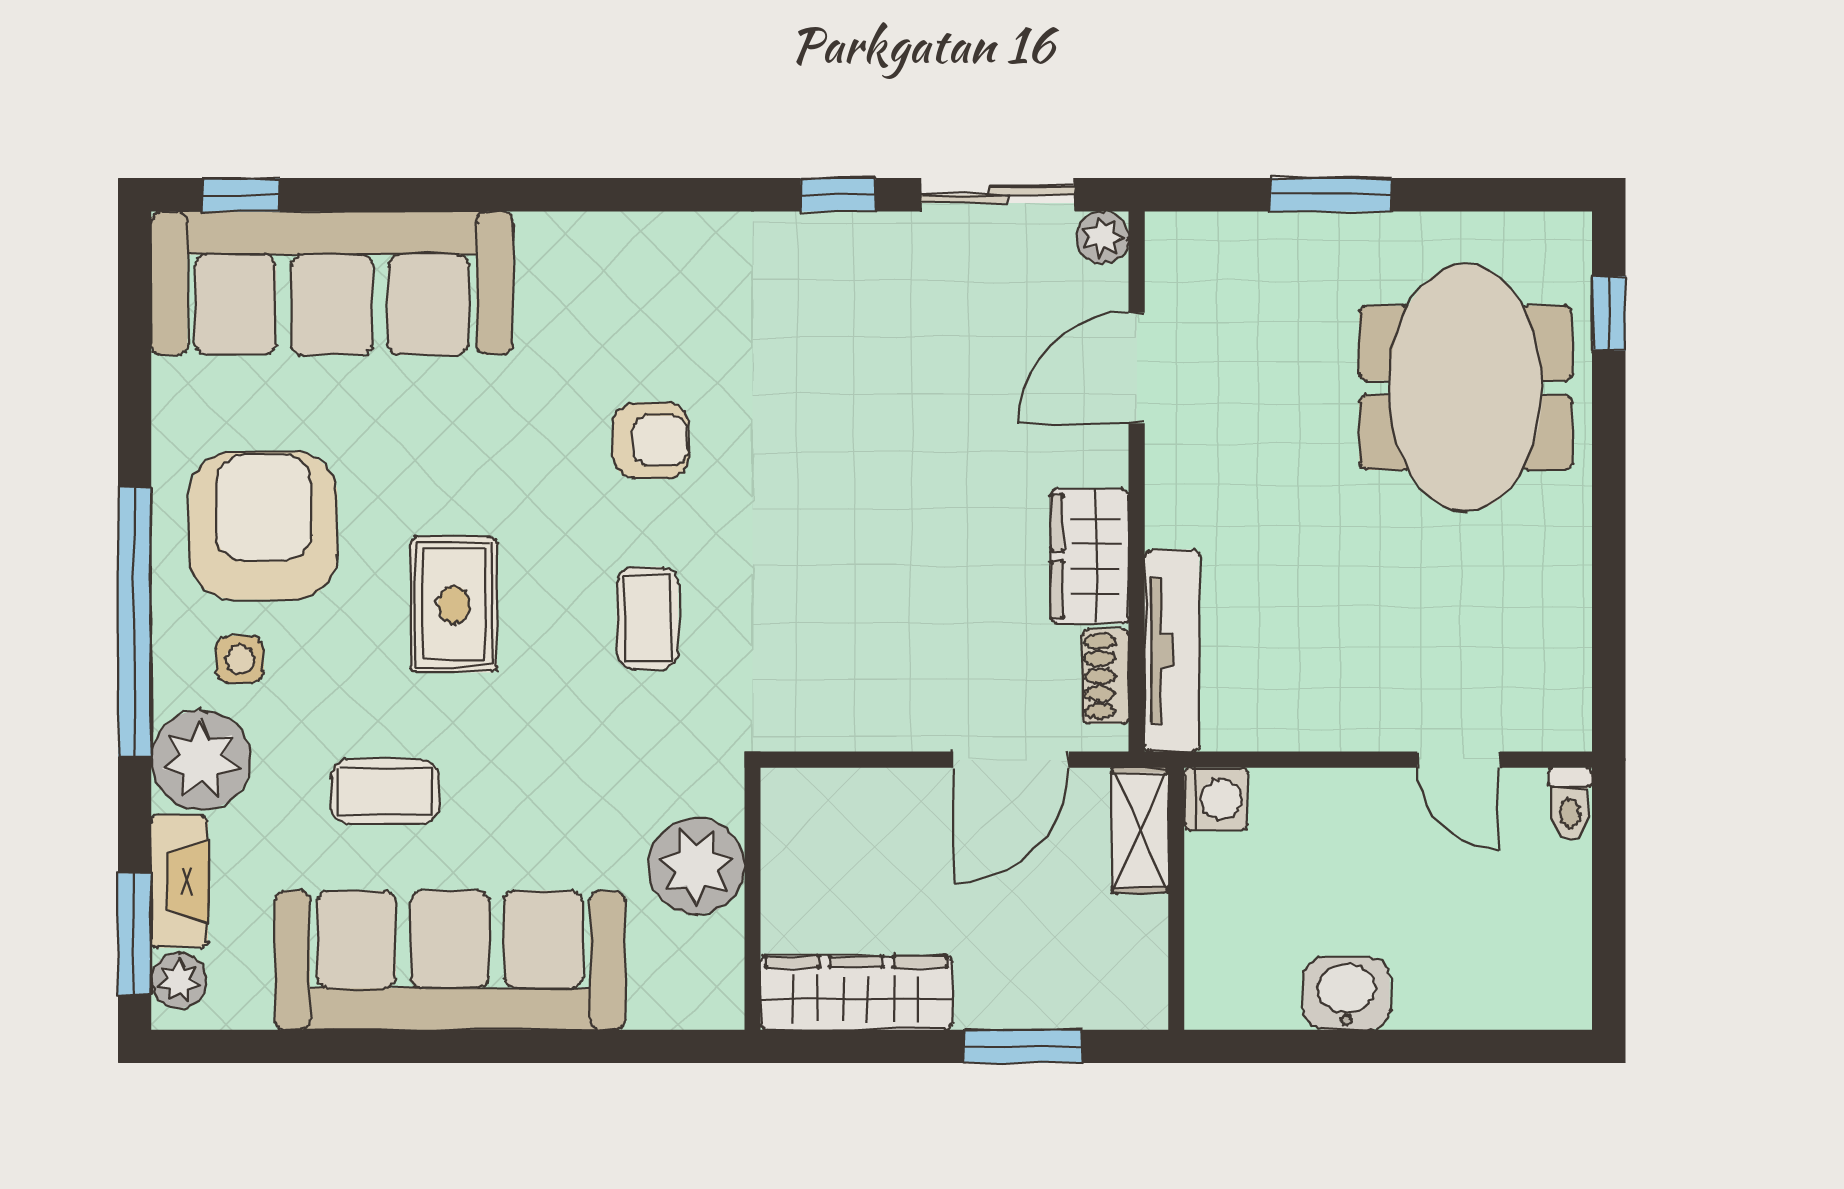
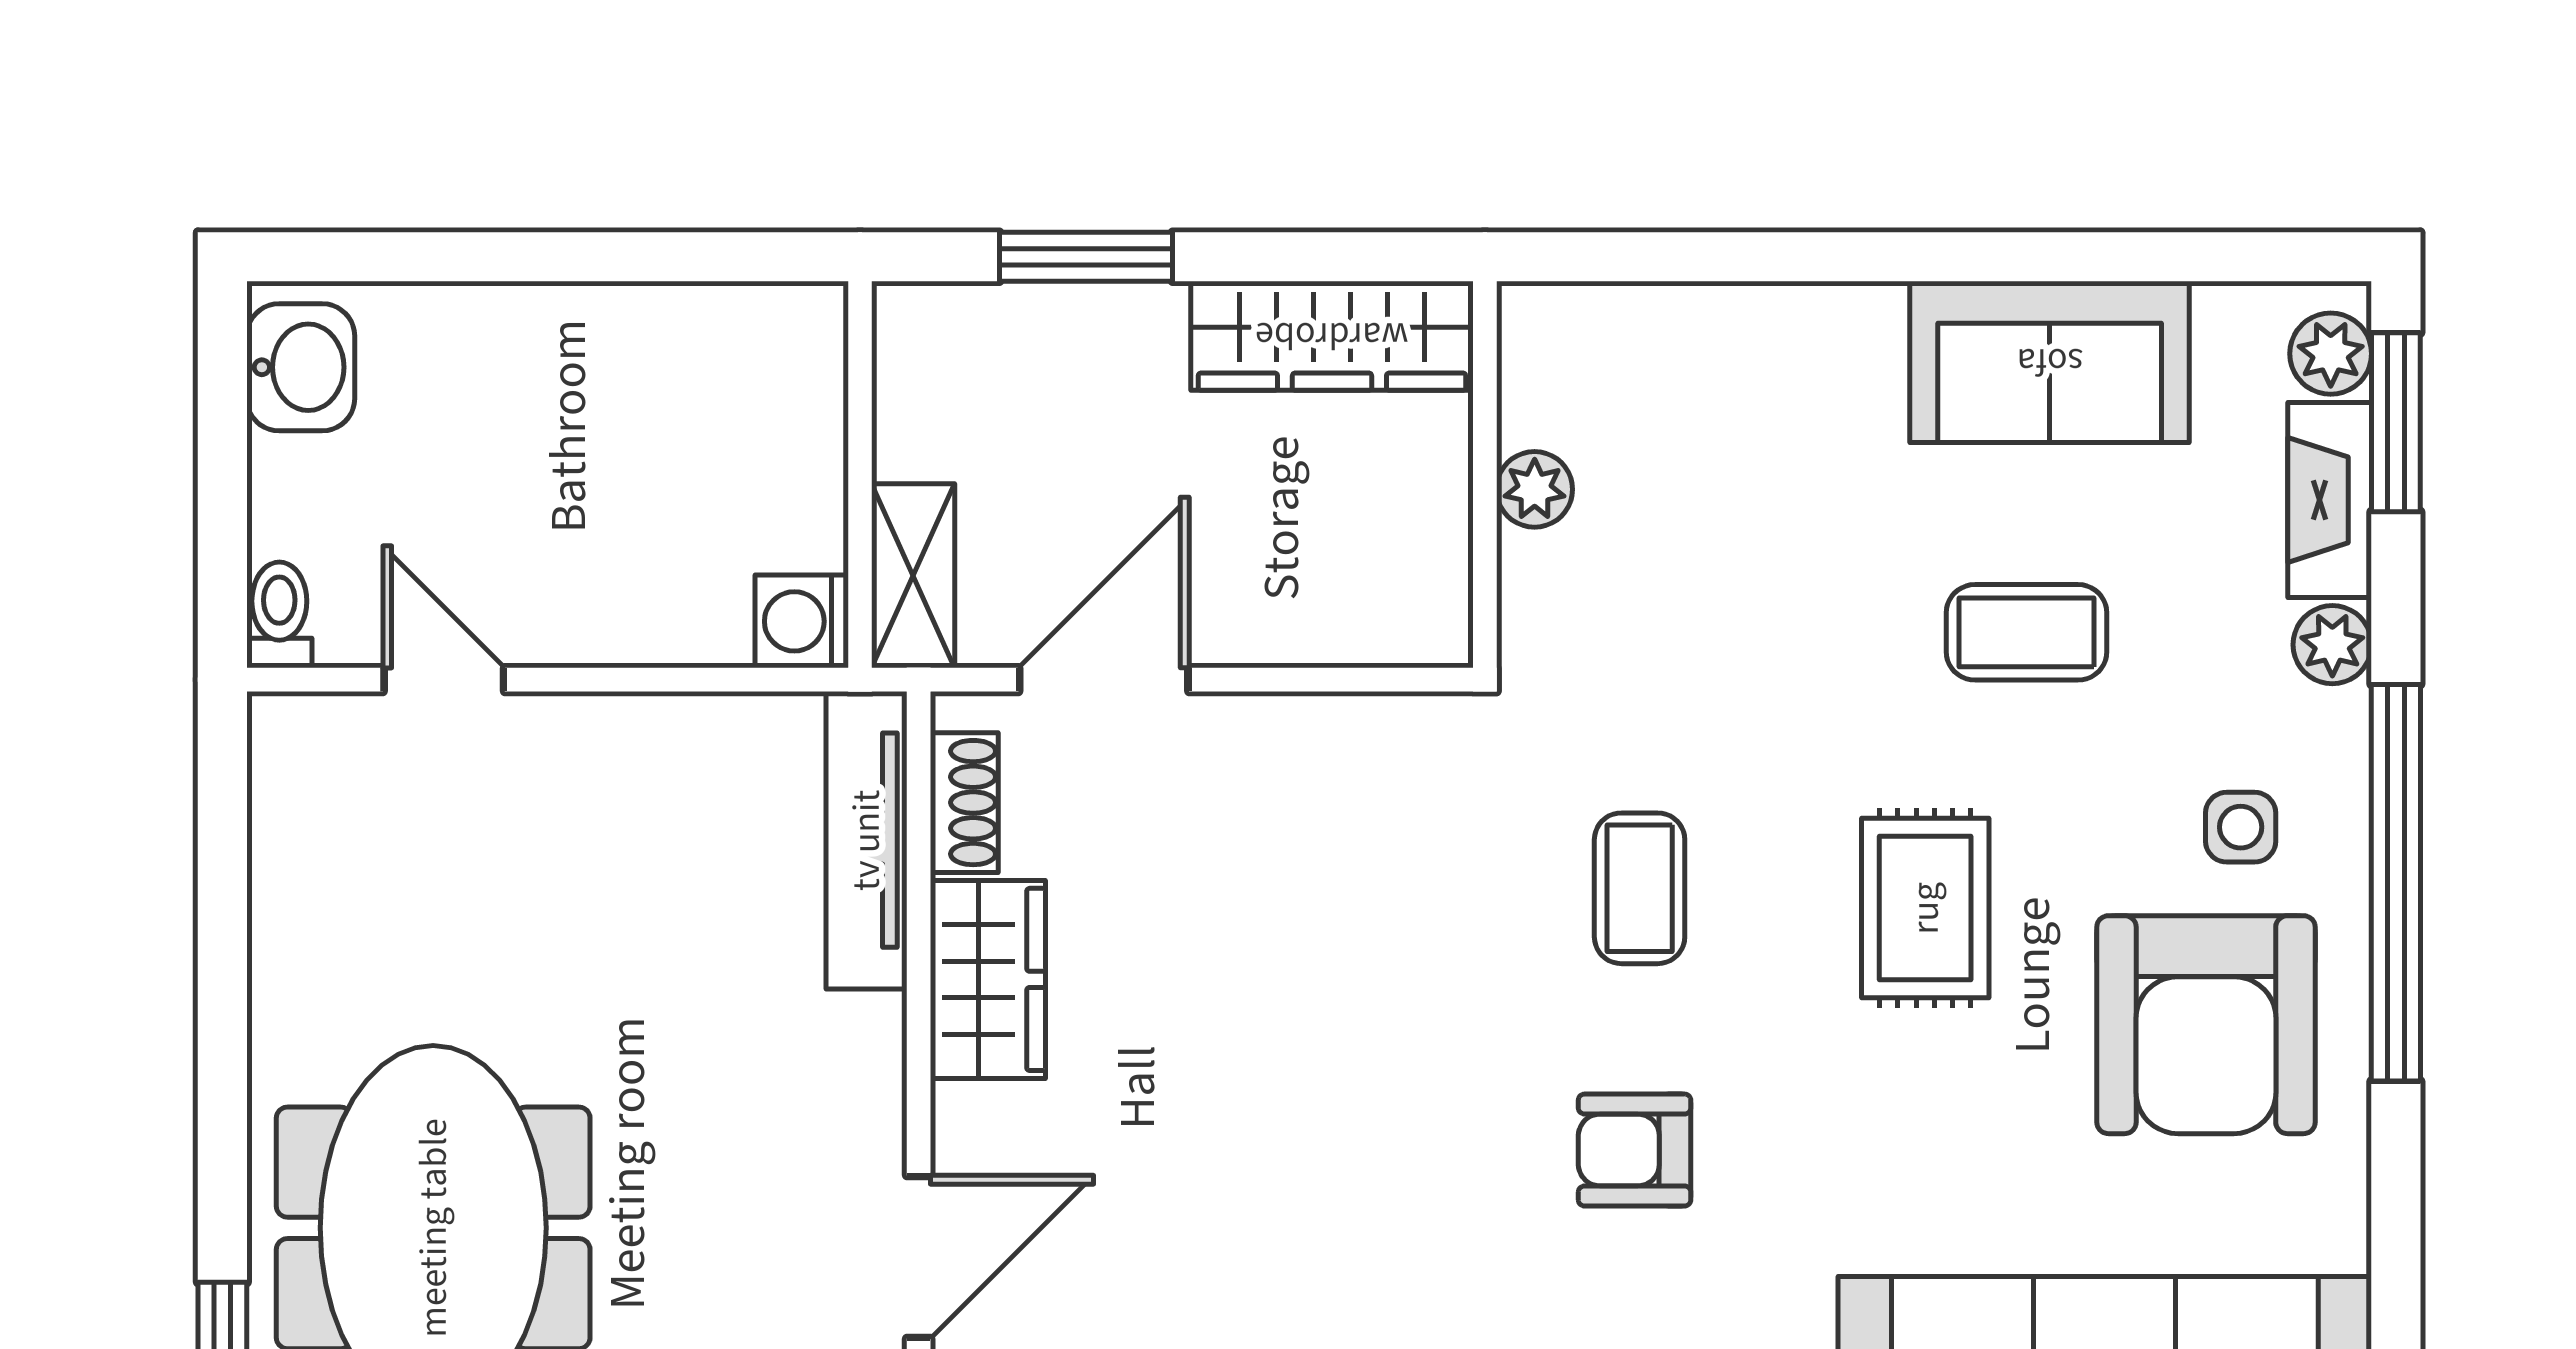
plant: (201, 760) -> (2332, 645), width x0.53, depth x0.53
plant: (696, 866) -> (1535, 489), width x0.53, depth x0.53
sofa: (450, 960) -> (2050, 362), width x0.54, depth x0.79
washbasin: (1346, 993) -> (301, 367), moved, turned -90

